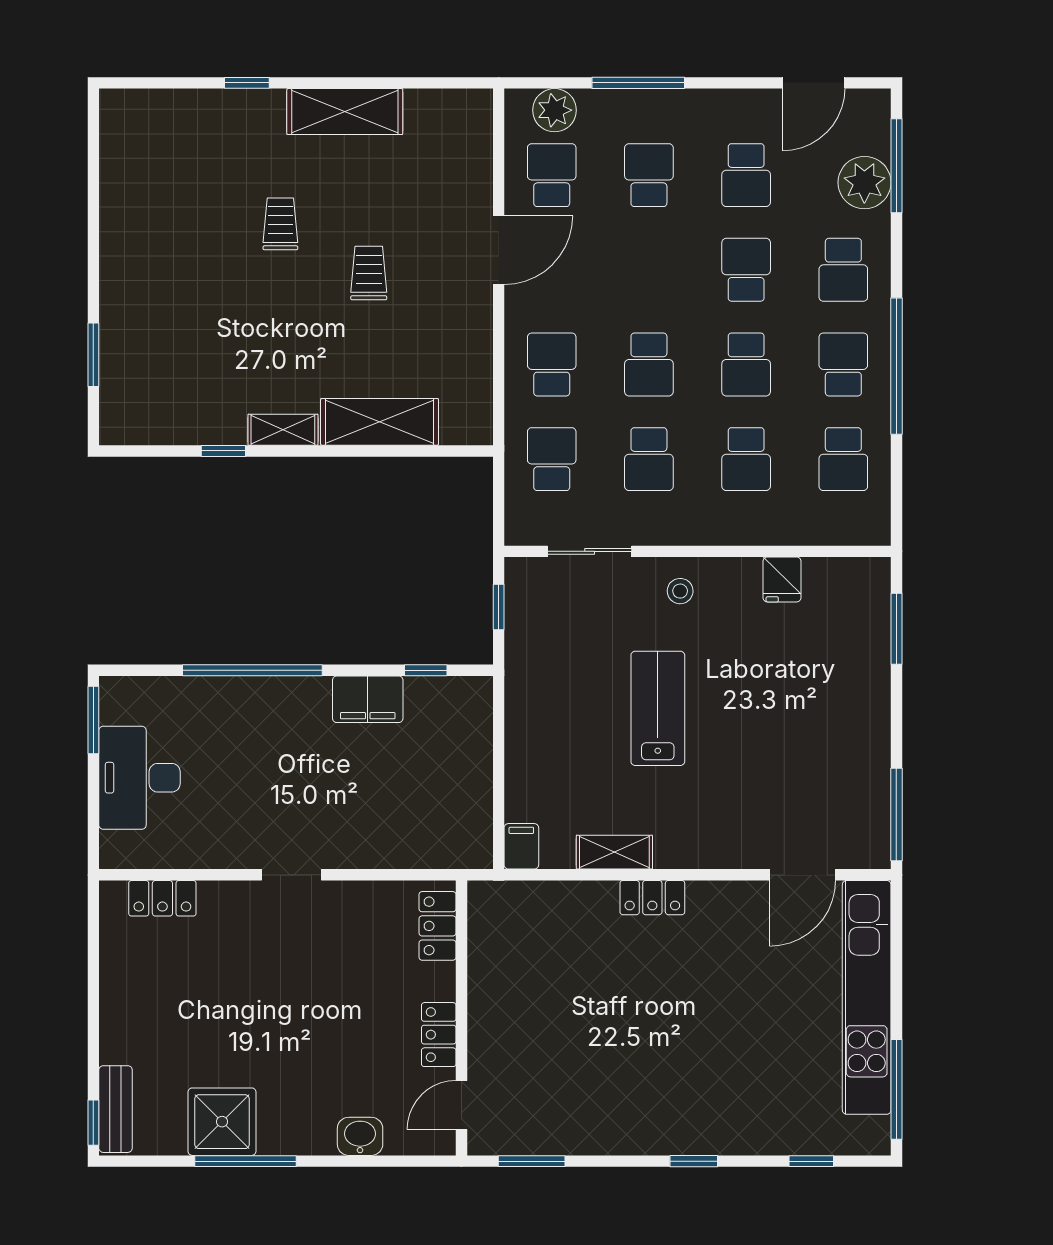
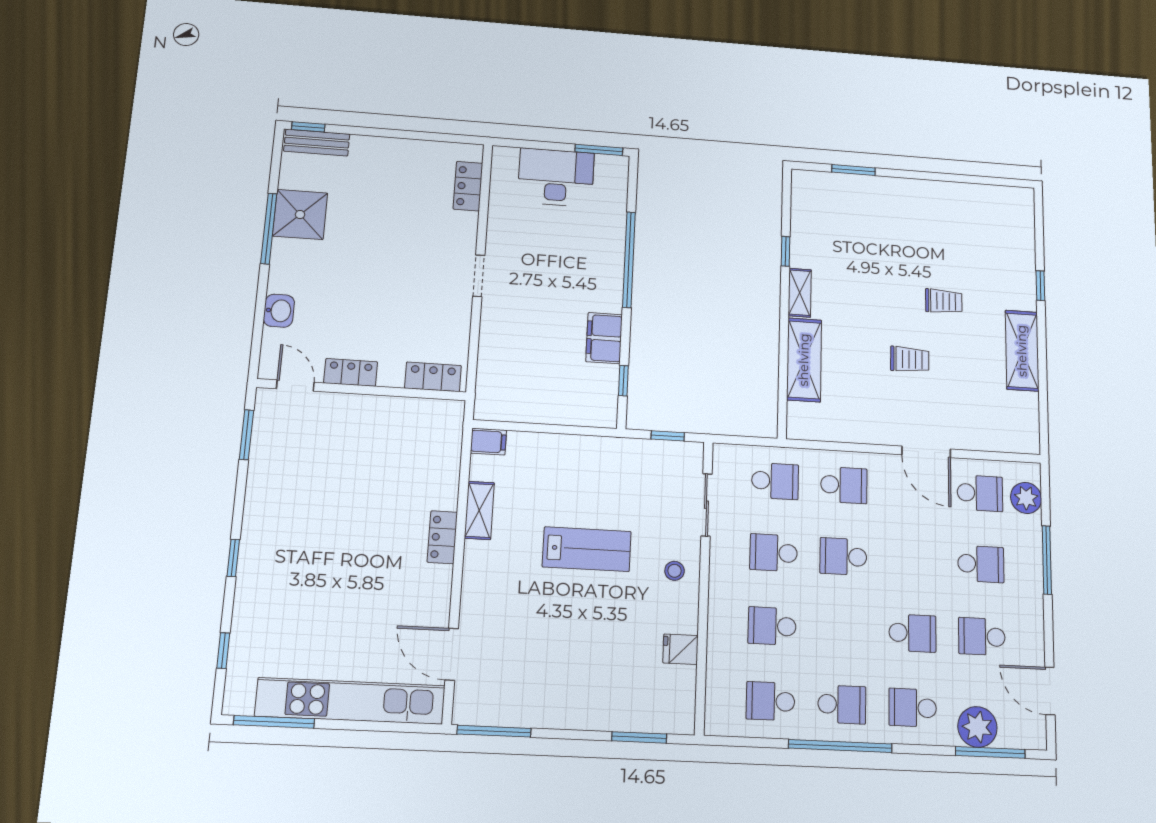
school desk: (746, 364) -> (843, 630), removed

